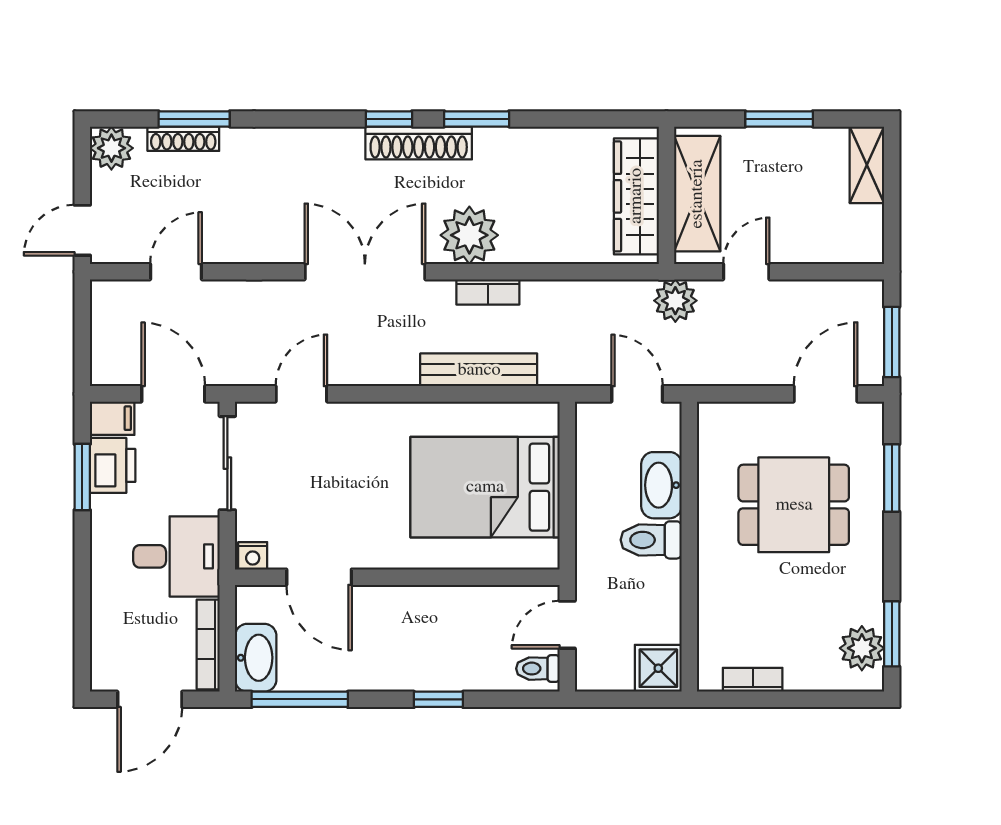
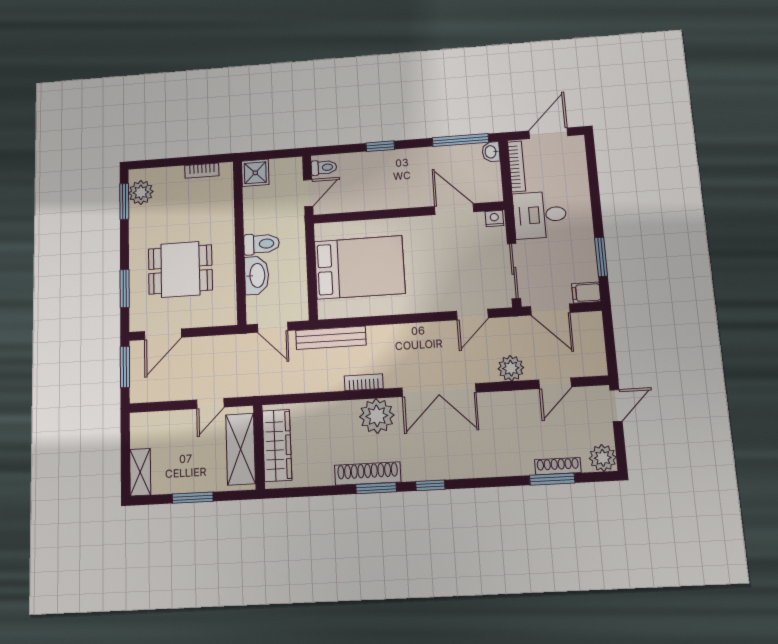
shoe rack: (419, 143) -> (368, 474), moved
plant: (675, 301) -> (511, 368), moved
bench: (479, 370) -> (331, 338), moved
printer: (113, 465) -> (583, 265), removed
washbasin: (256, 658) -> (491, 152), width x0.52, depth x0.69

